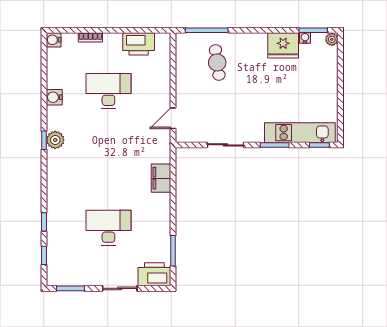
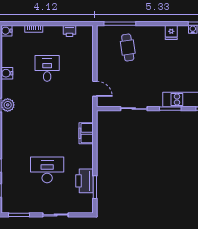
printer: (139, 44) -> (70, 31), width x0.53, depth x0.68
fridge: (283, 45) -> (171, 32), width x0.53, depth x0.75
desk: (108, 91) -> (47, 68), width x0.73
door: (173, 118) -> (95, 89), swing flipped
printer: (154, 274) -> (85, 181), moved, turned -90

